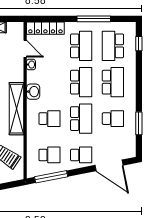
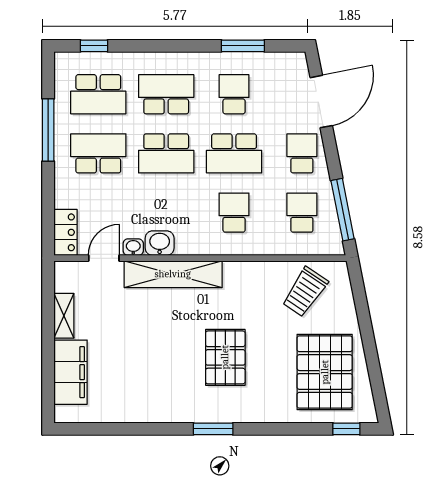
locker: (45, 28) -> (65, 232), width x0.66
school desk: (81, 82) -> (166, 153), turned 180
washbasin: (33, 92) -> (160, 243), moved
shelving: (16, 109) -> (173, 274), moved
school desk: (81, 119) -> (234, 153), turned 180

